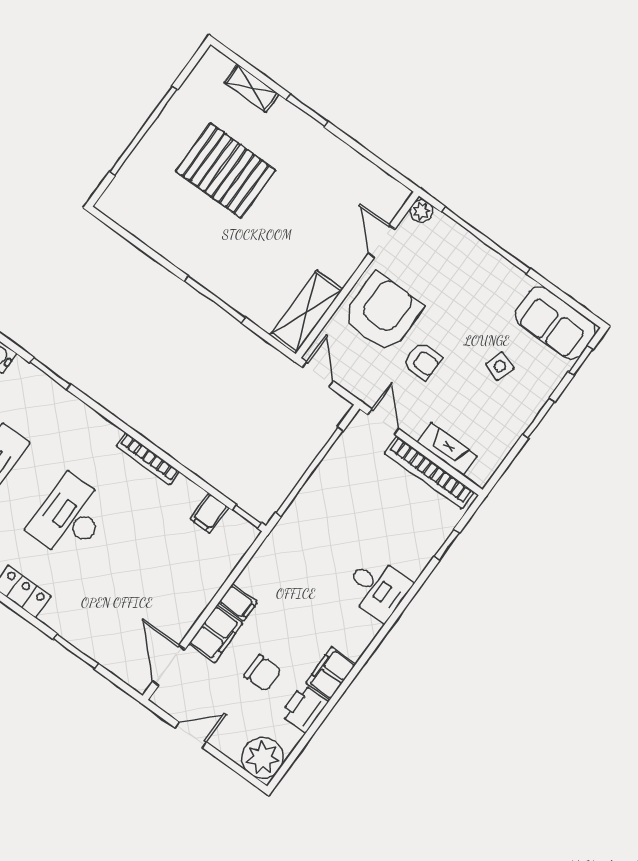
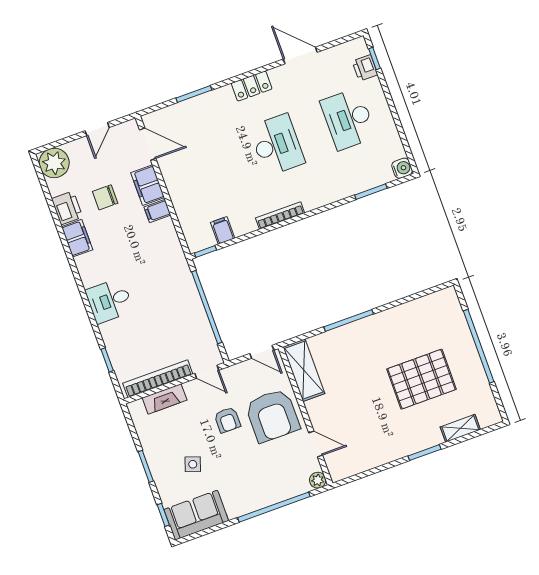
armchair: (422, 361) -> (227, 420), turned -90

